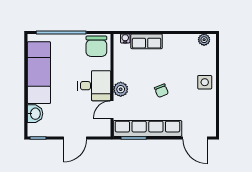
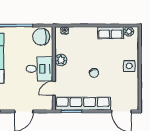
row of seats: (147, 41) -> (110, 33), moved
chair: (96, 46) -> (41, 37), turned 90
plant: (121, 89) -> (61, 60), moved

